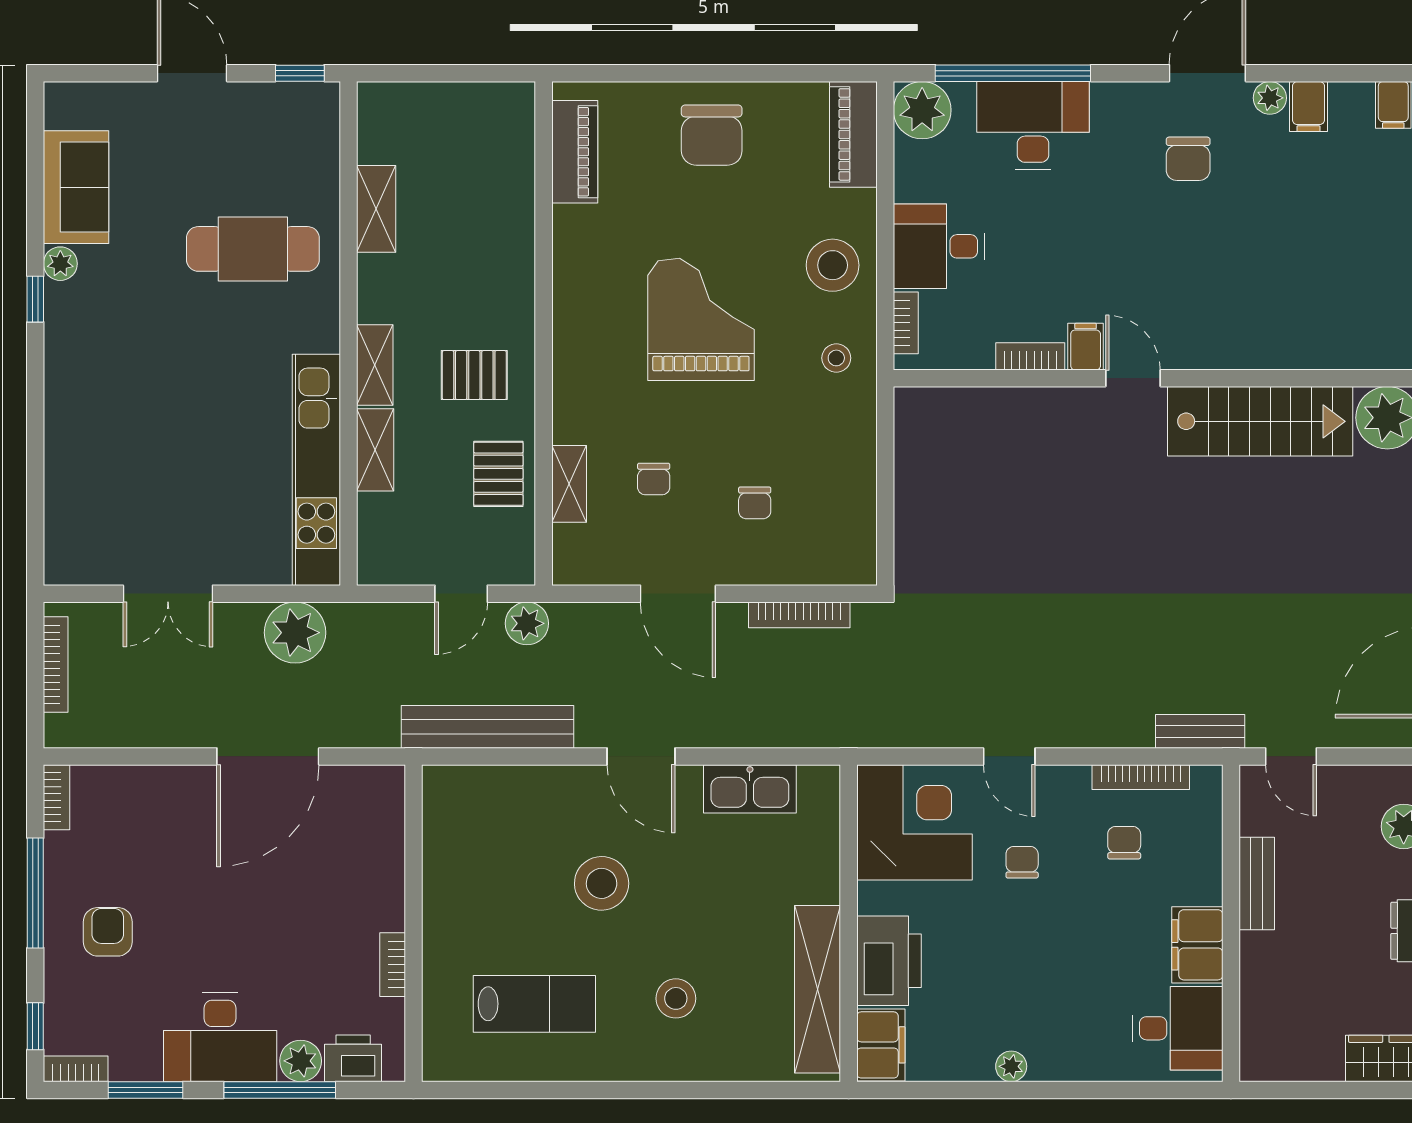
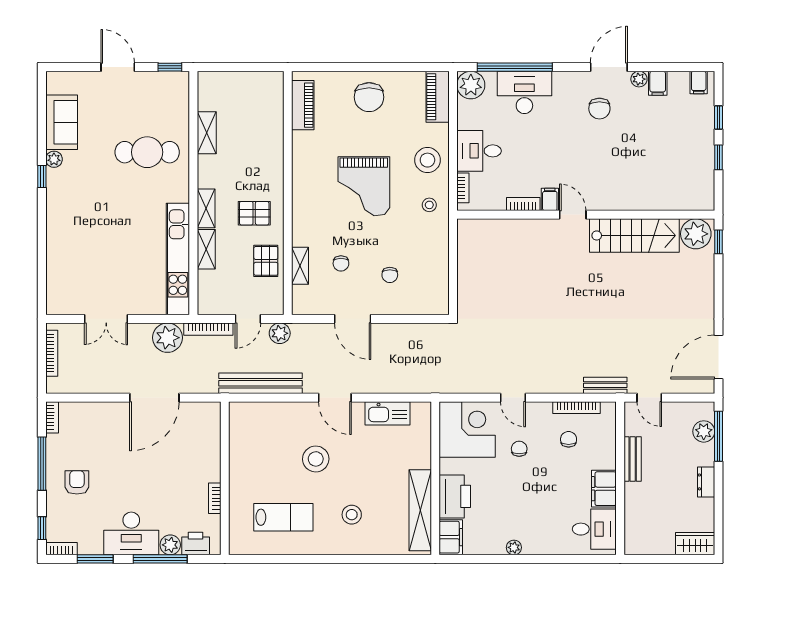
grand piano: (701, 319) -> (364, 186), turned 180
bookcase: (799, 615) -> (208, 329), moved

